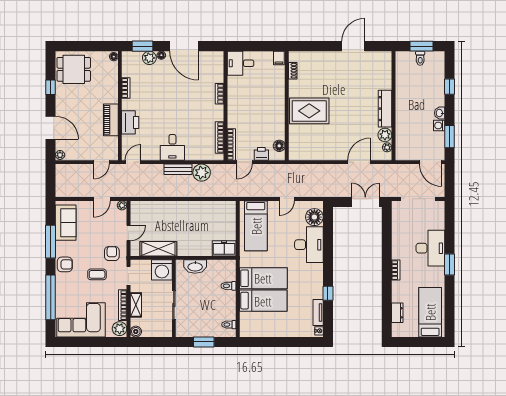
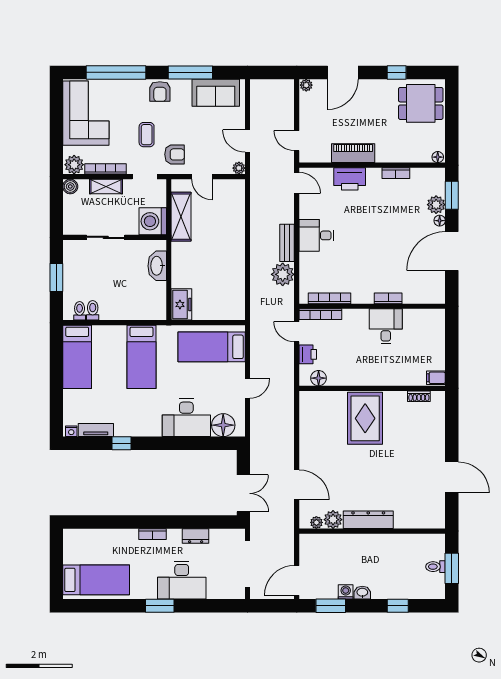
desk: (240, 63) -> (386, 326), moved
dining table: (74, 69) -> (421, 103), turned 90
door: (287, 199) -> (247, 388), swing flipped
toilet: (228, 286) -> (93, 310), moved
bed: (263, 301) -> (77, 357), moved
dresser: (397, 313) -> (196, 536), moved

